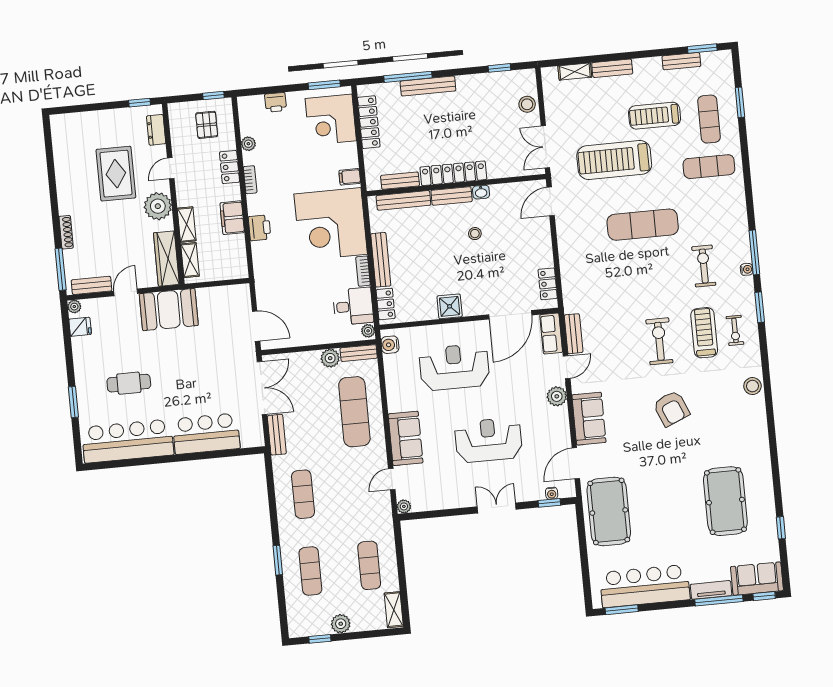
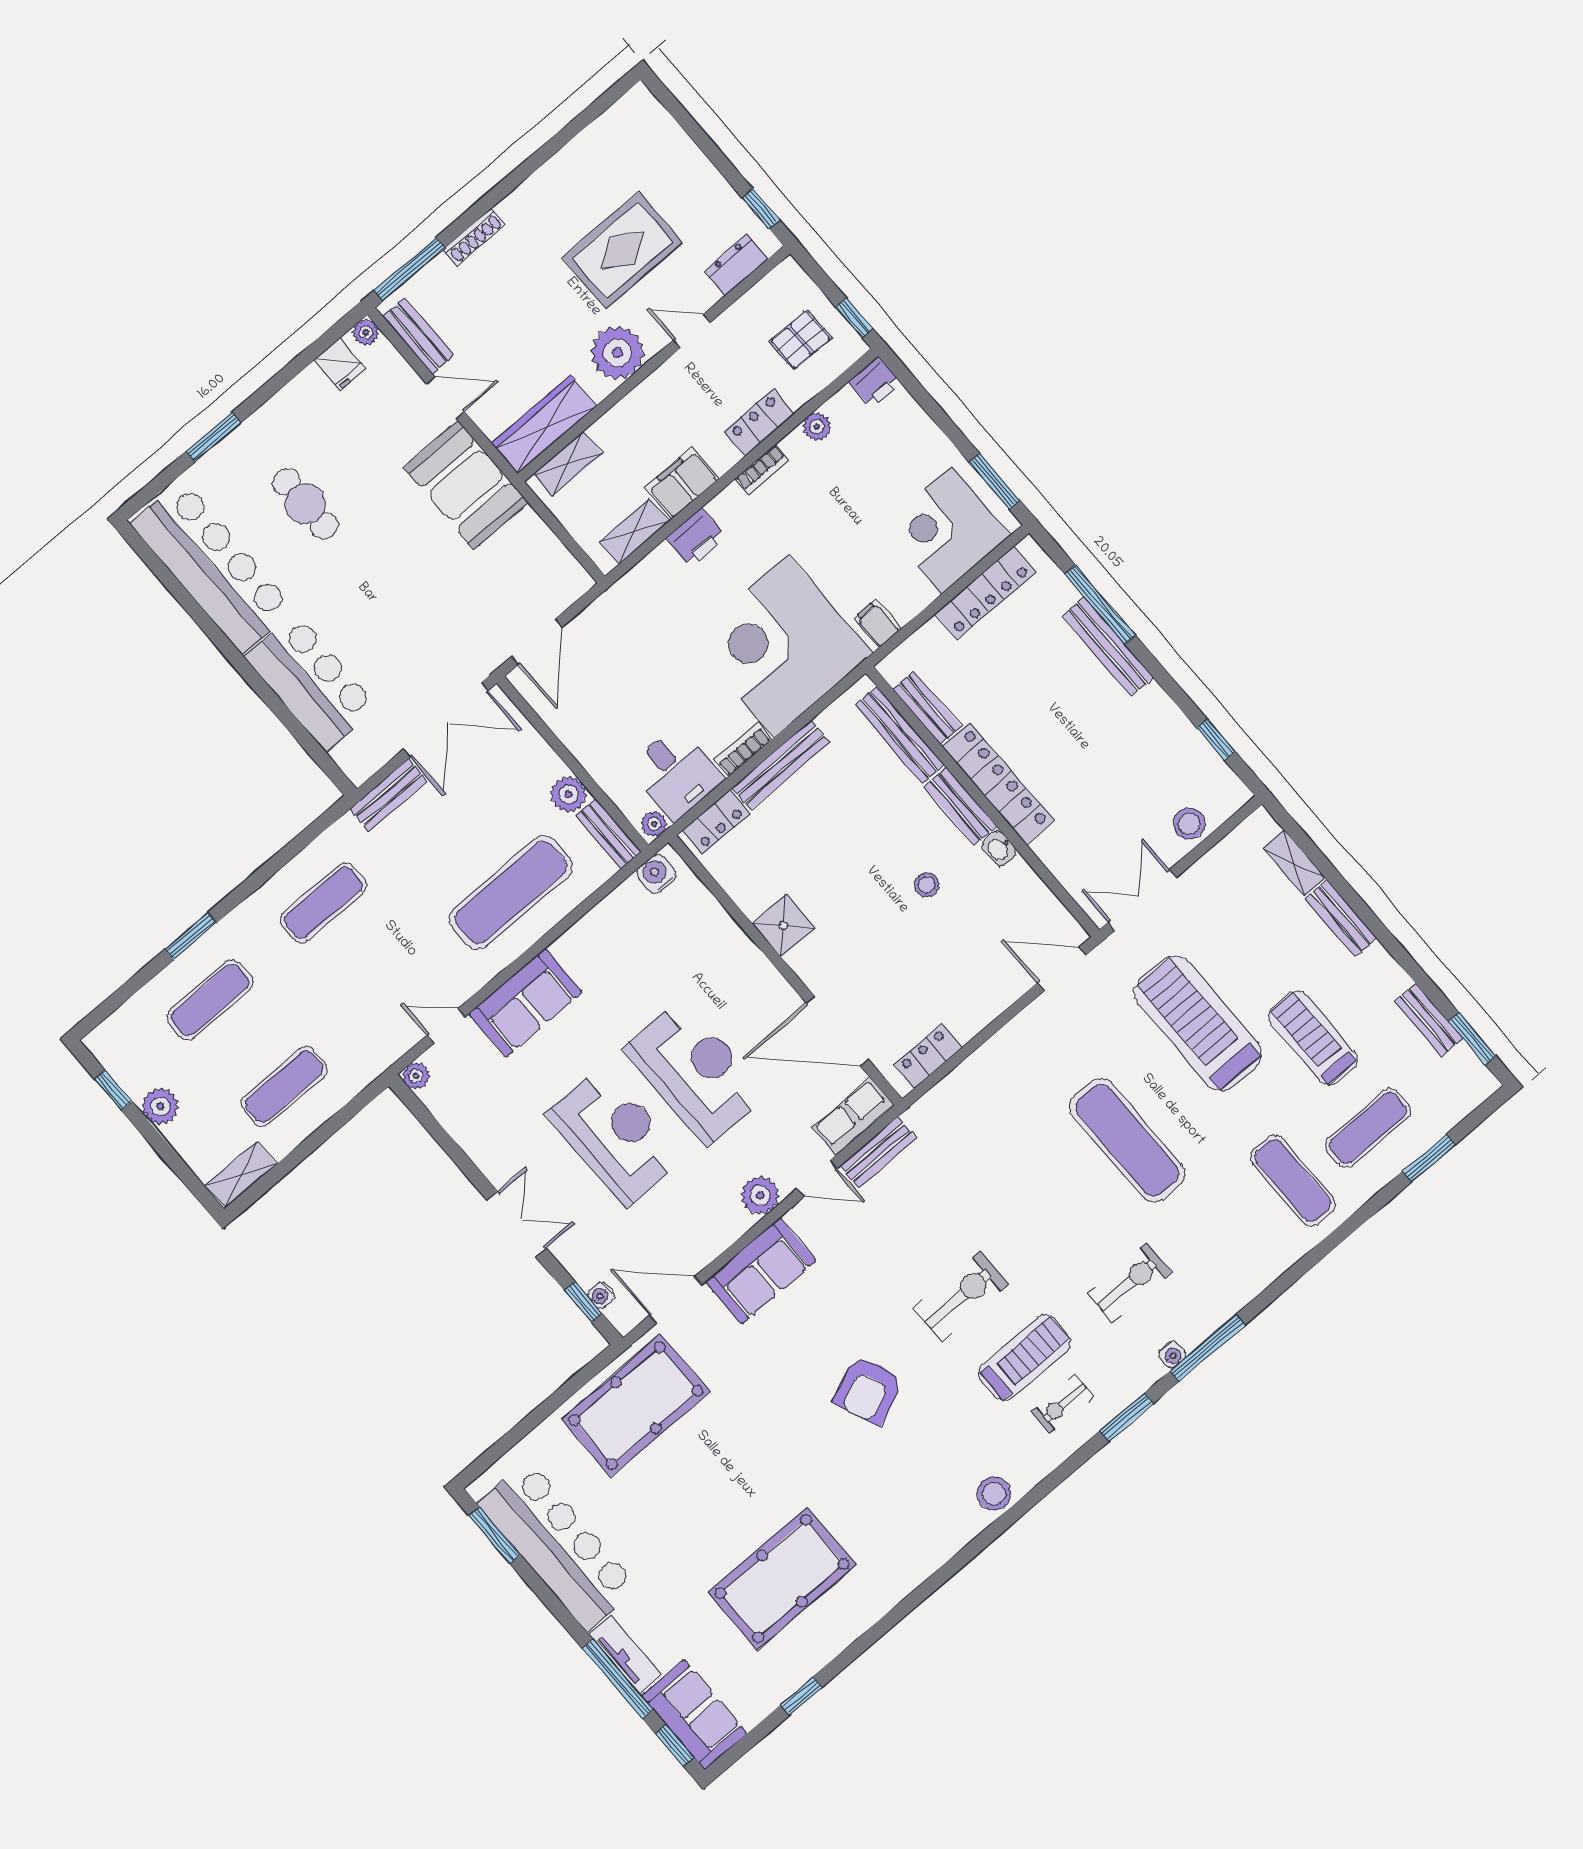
printer: (276, 102) -> (875, 382), moved, turned -90
shelving: (187, 225) -> (634, 532), moved
reception desk: (454, 367) -> (695, 1072), moved

